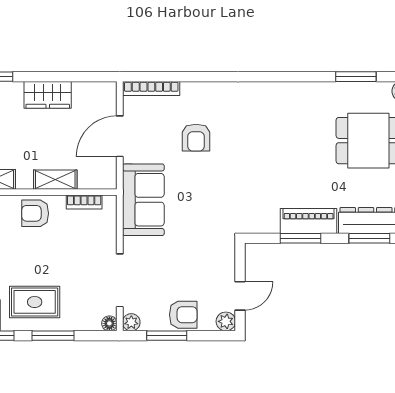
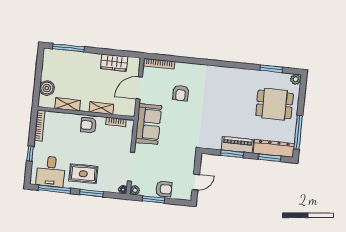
wardrobe: (48, 95) -> (114, 63), moved
plant: (226, 321) -> (187, 195), removed

